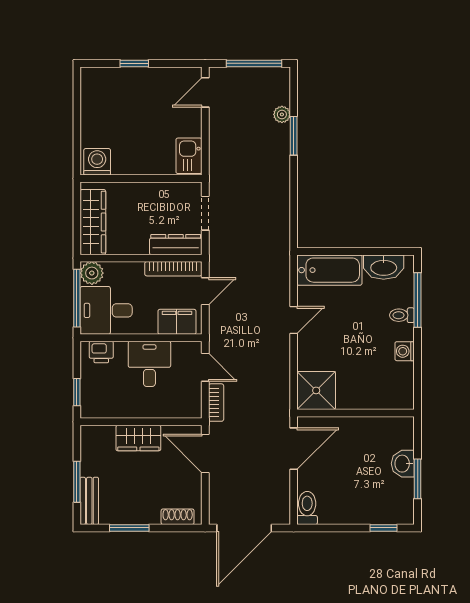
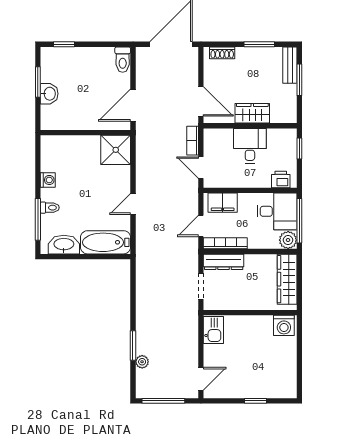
desk: (149, 364) -> (250, 146), moved, turned 180

